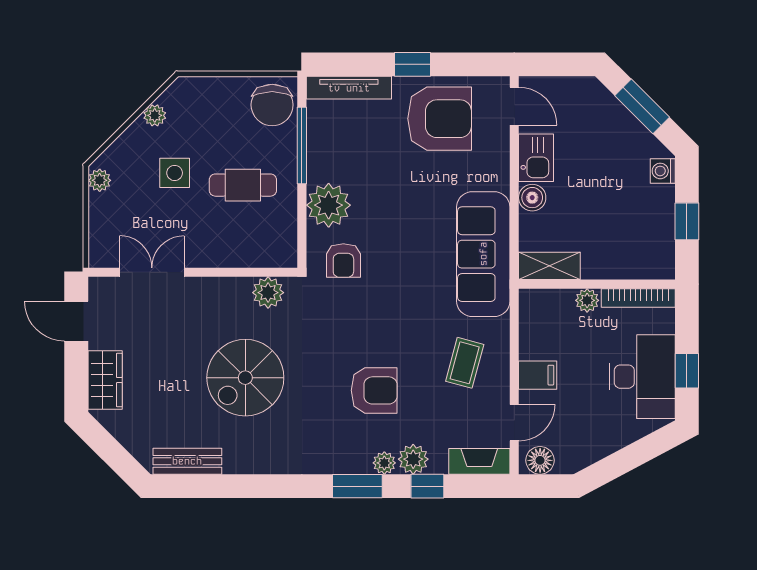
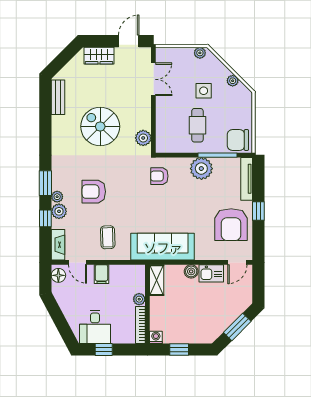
washing machine: (663, 171) -> (156, 337), moved
plant: (329, 205) -> (201, 169), moved
coffee table: (465, 363) -> (108, 237), turned 73
desk: (642, 377) -> (95, 327), width x0.73
armchair: (374, 390) -> (94, 192), turned 90

